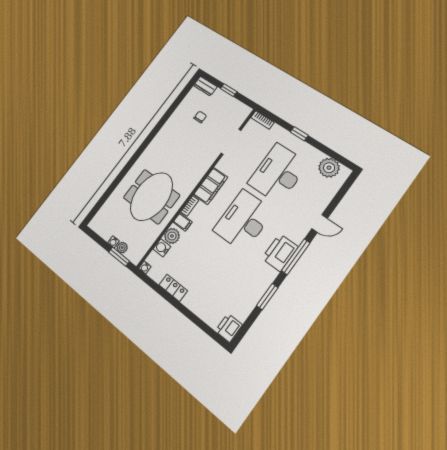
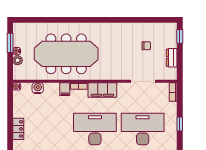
dresser: (205, 86) -> (172, 58), moved
window: (229, 90) -> (180, 36), moved
meeting table: (151, 196) -> (66, 54), width x1.36
plant: (172, 236) -> (50, 89), removed
window: (119, 257) -> (10, 43), moved
locker: (173, 288) -> (18, 129), moved

